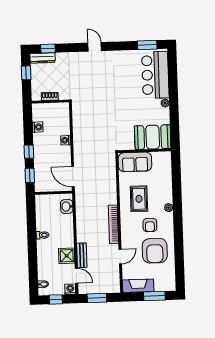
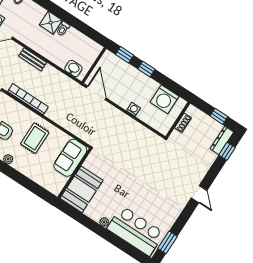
door: (95, 47) -> (199, 194), hinge flipped
washing machine: (38, 127) -> (164, 99), width x1.89, depth x1.89
door: (73, 177) -> (96, 93), hinge flipped
rug: (139, 199) -> (35, 138), turned 90
bench: (82, 255) -> (33, 59), moved
shower: (67, 256) -> (51, 23), moved

